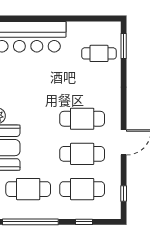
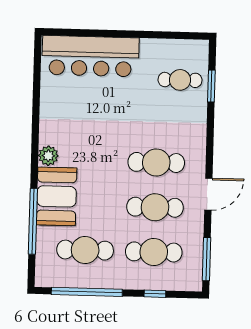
window: (124, 46) -> (211, 86), moved
window: (124, 193) -> (207, 259), width x2.17

